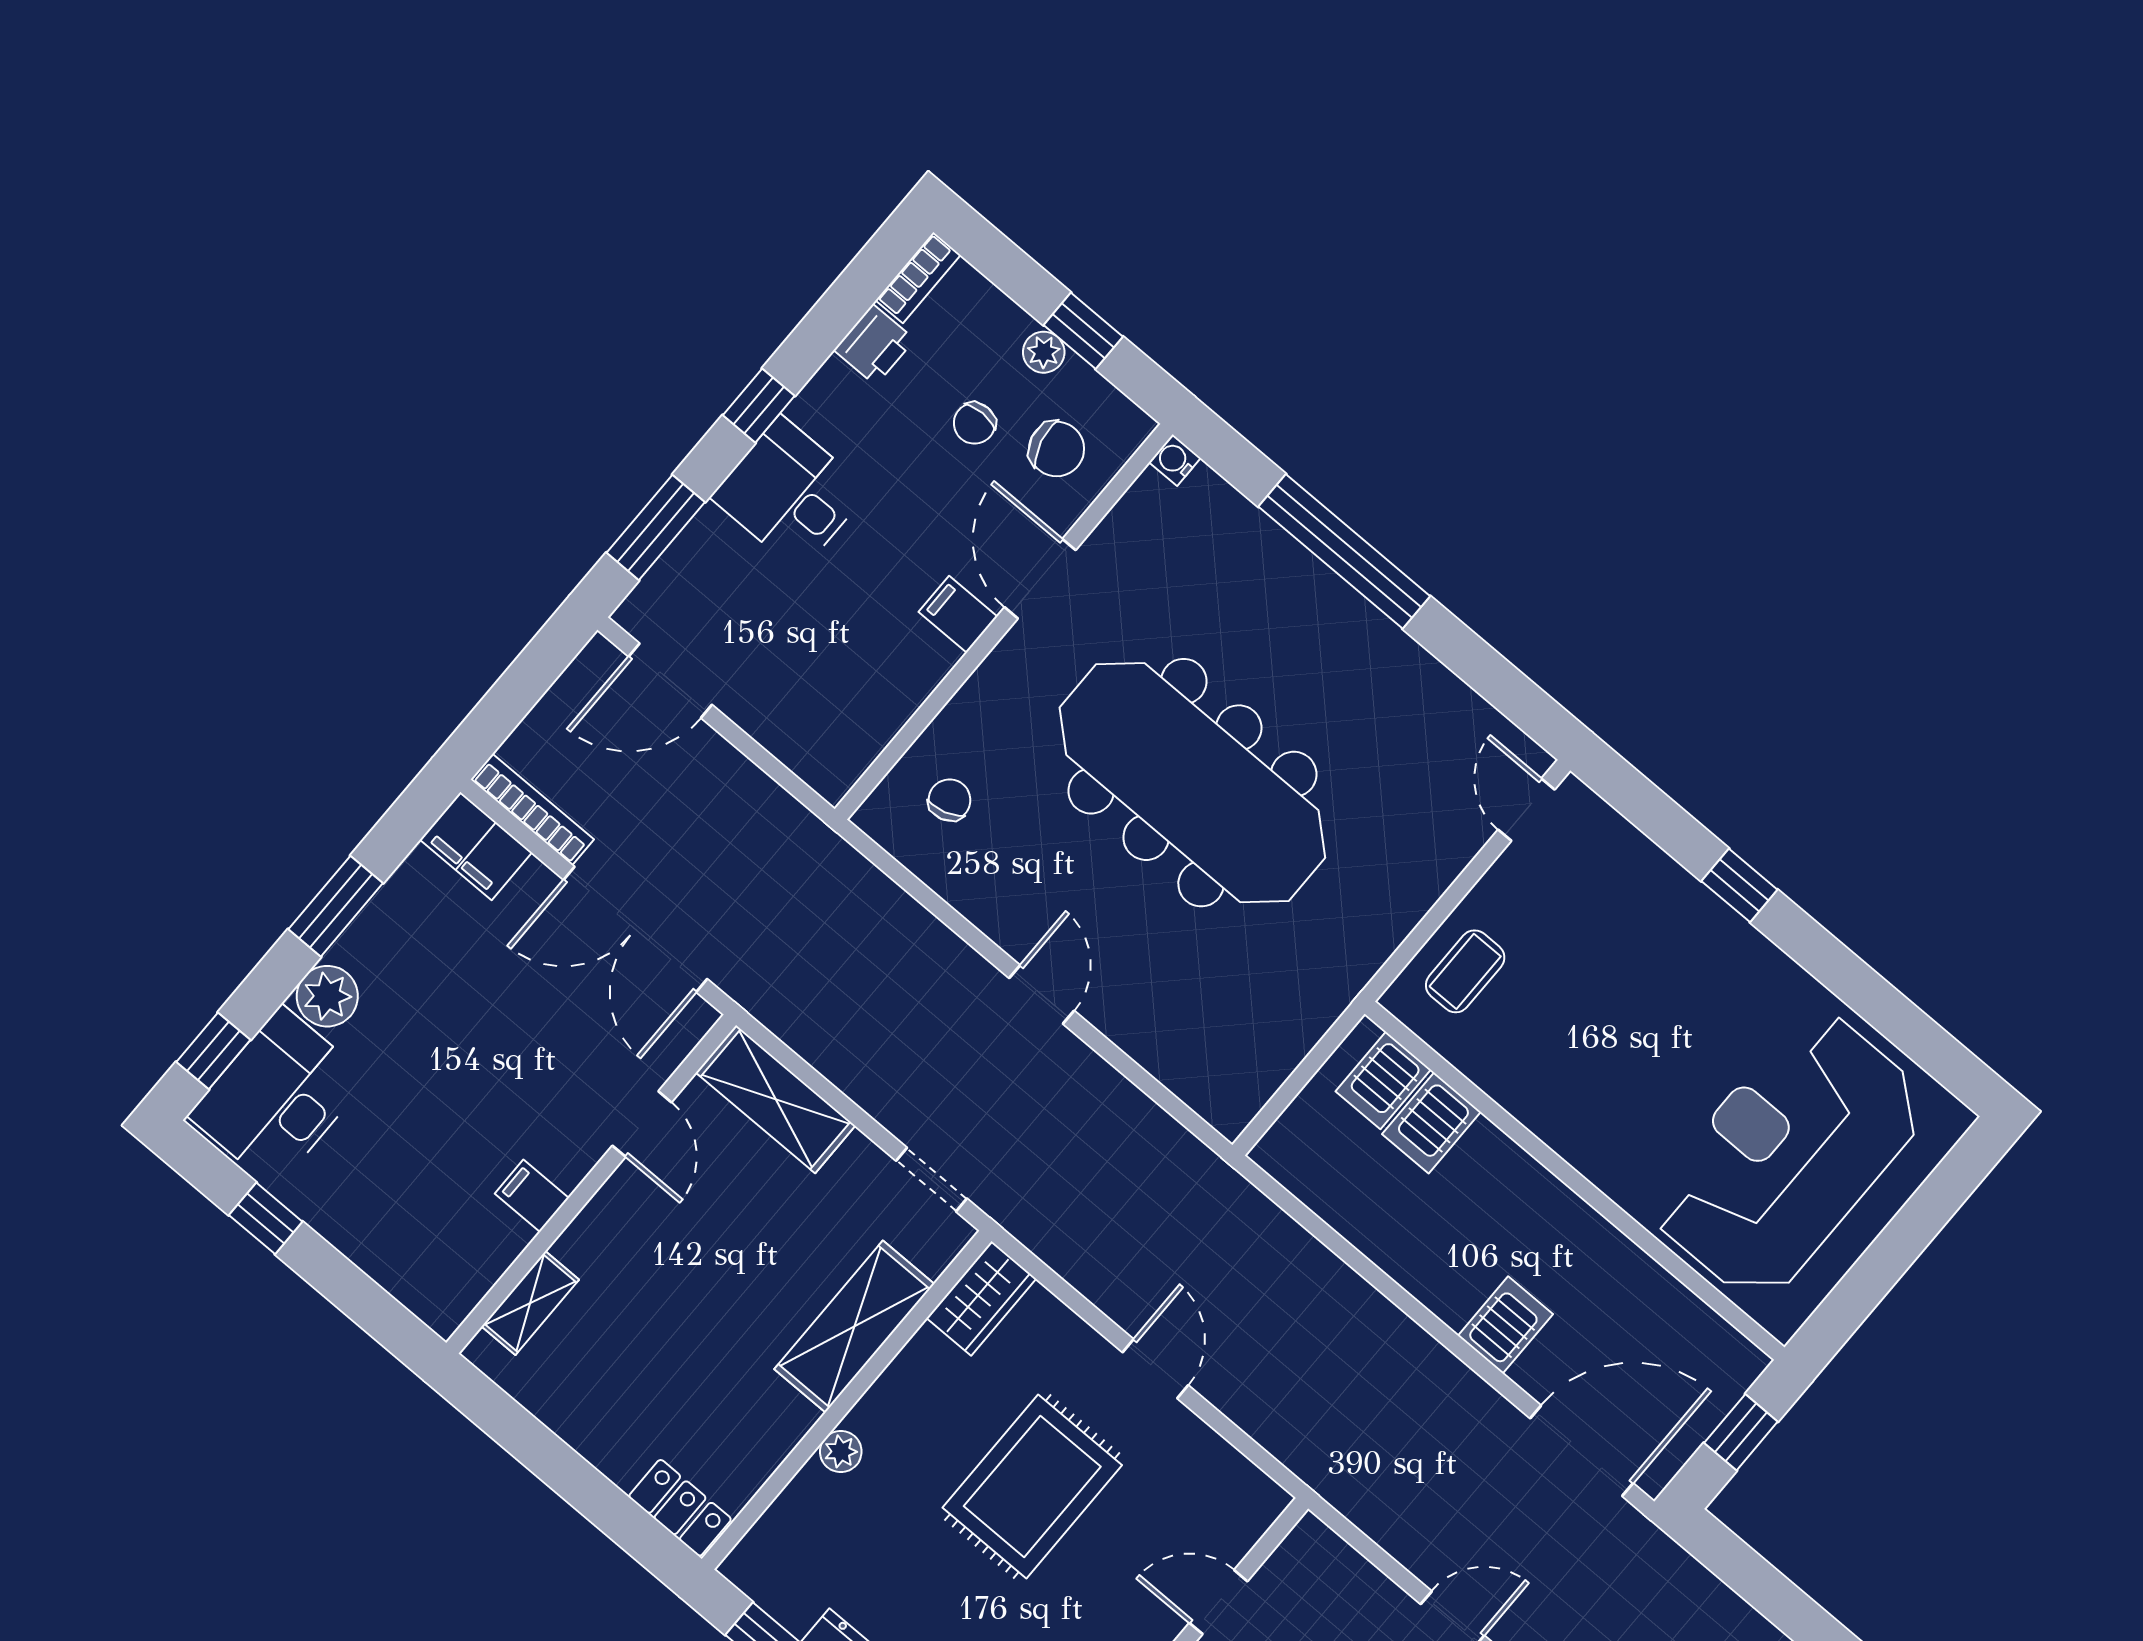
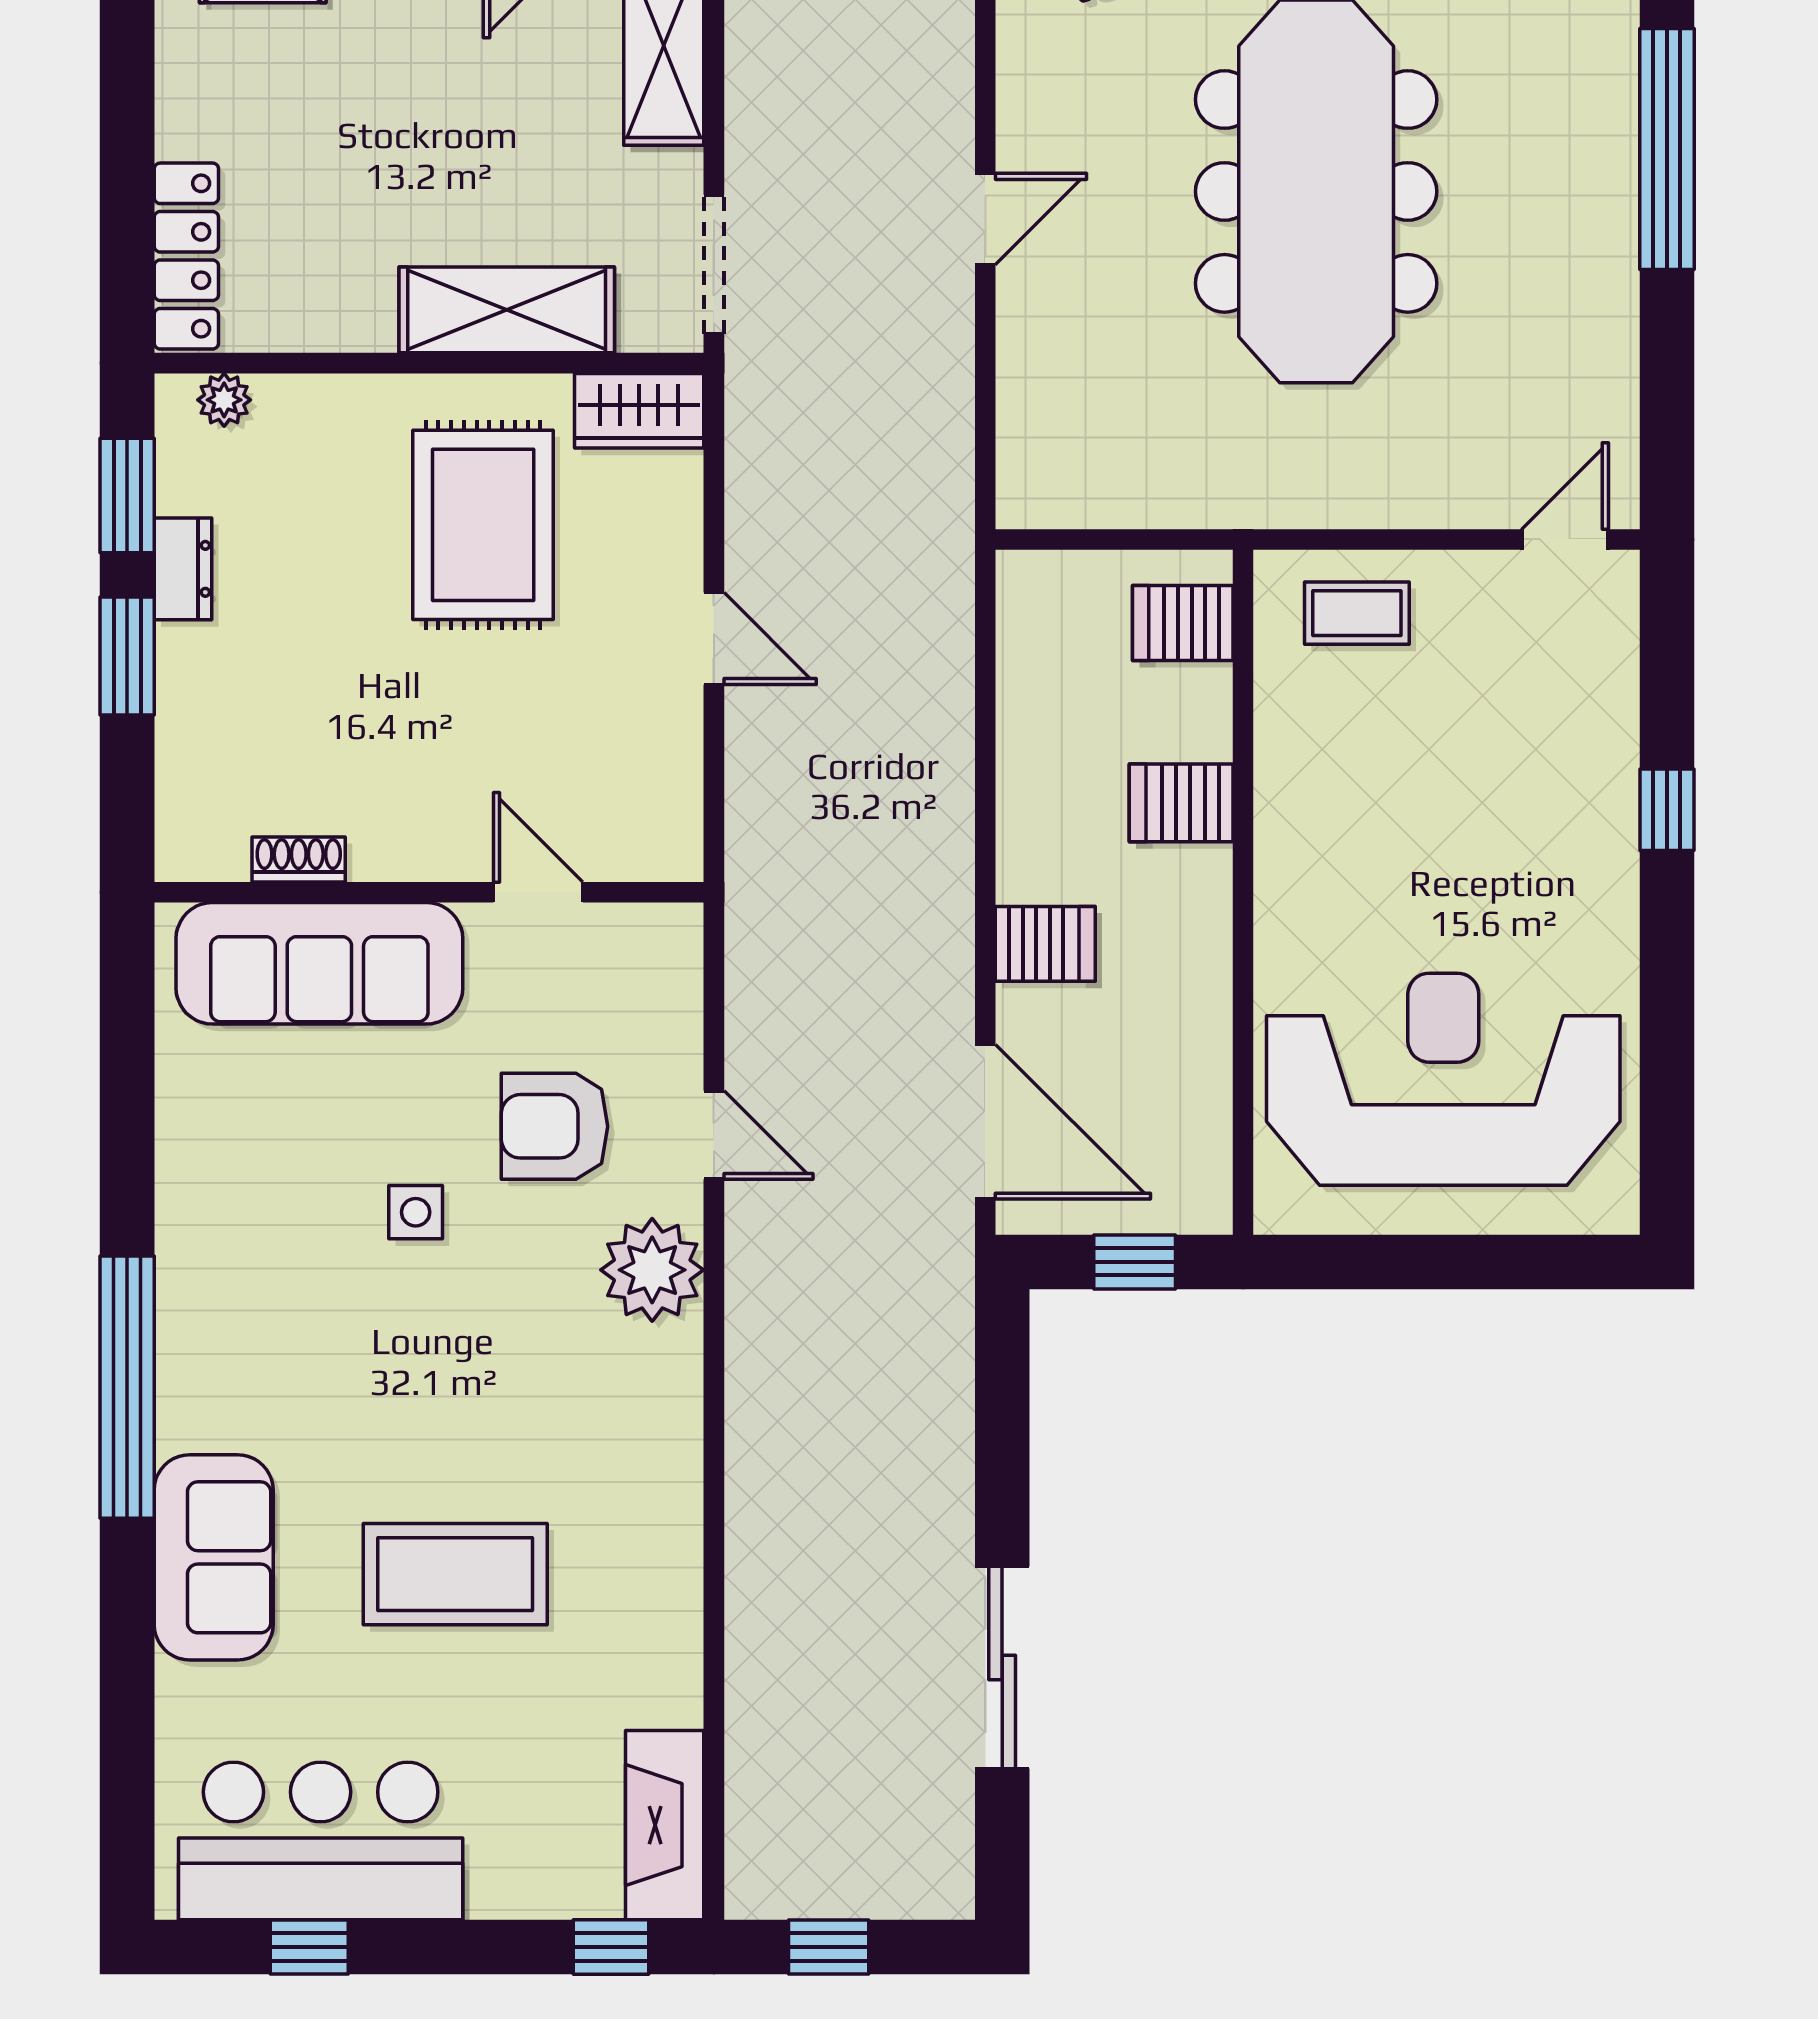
server rack: (1431, 1123) -> (1181, 803), moved
doorway: (932, 1180) -> (714, 264), width x1.38
door: (1155, 1369) -> (714, 638), hinge flipped
plant: (841, 1452) -> (224, 400), moved
rug: (1032, 1486) -> (483, 525), moved, turned 90
locker: (680, 1508) -> (186, 256), width x1.53

